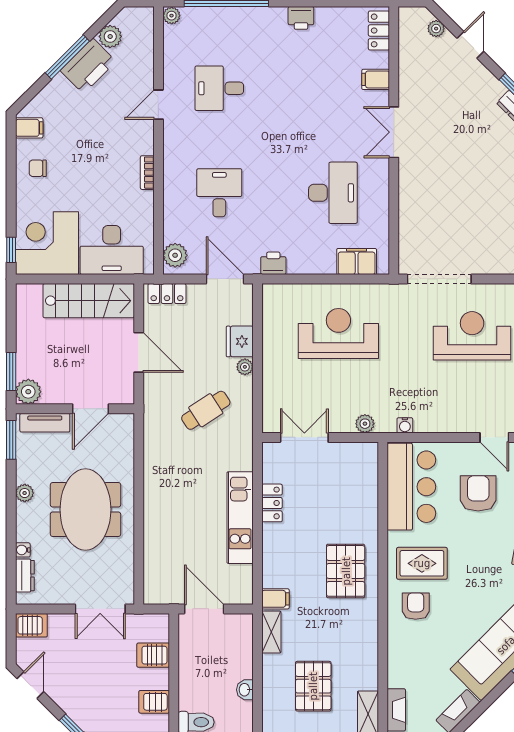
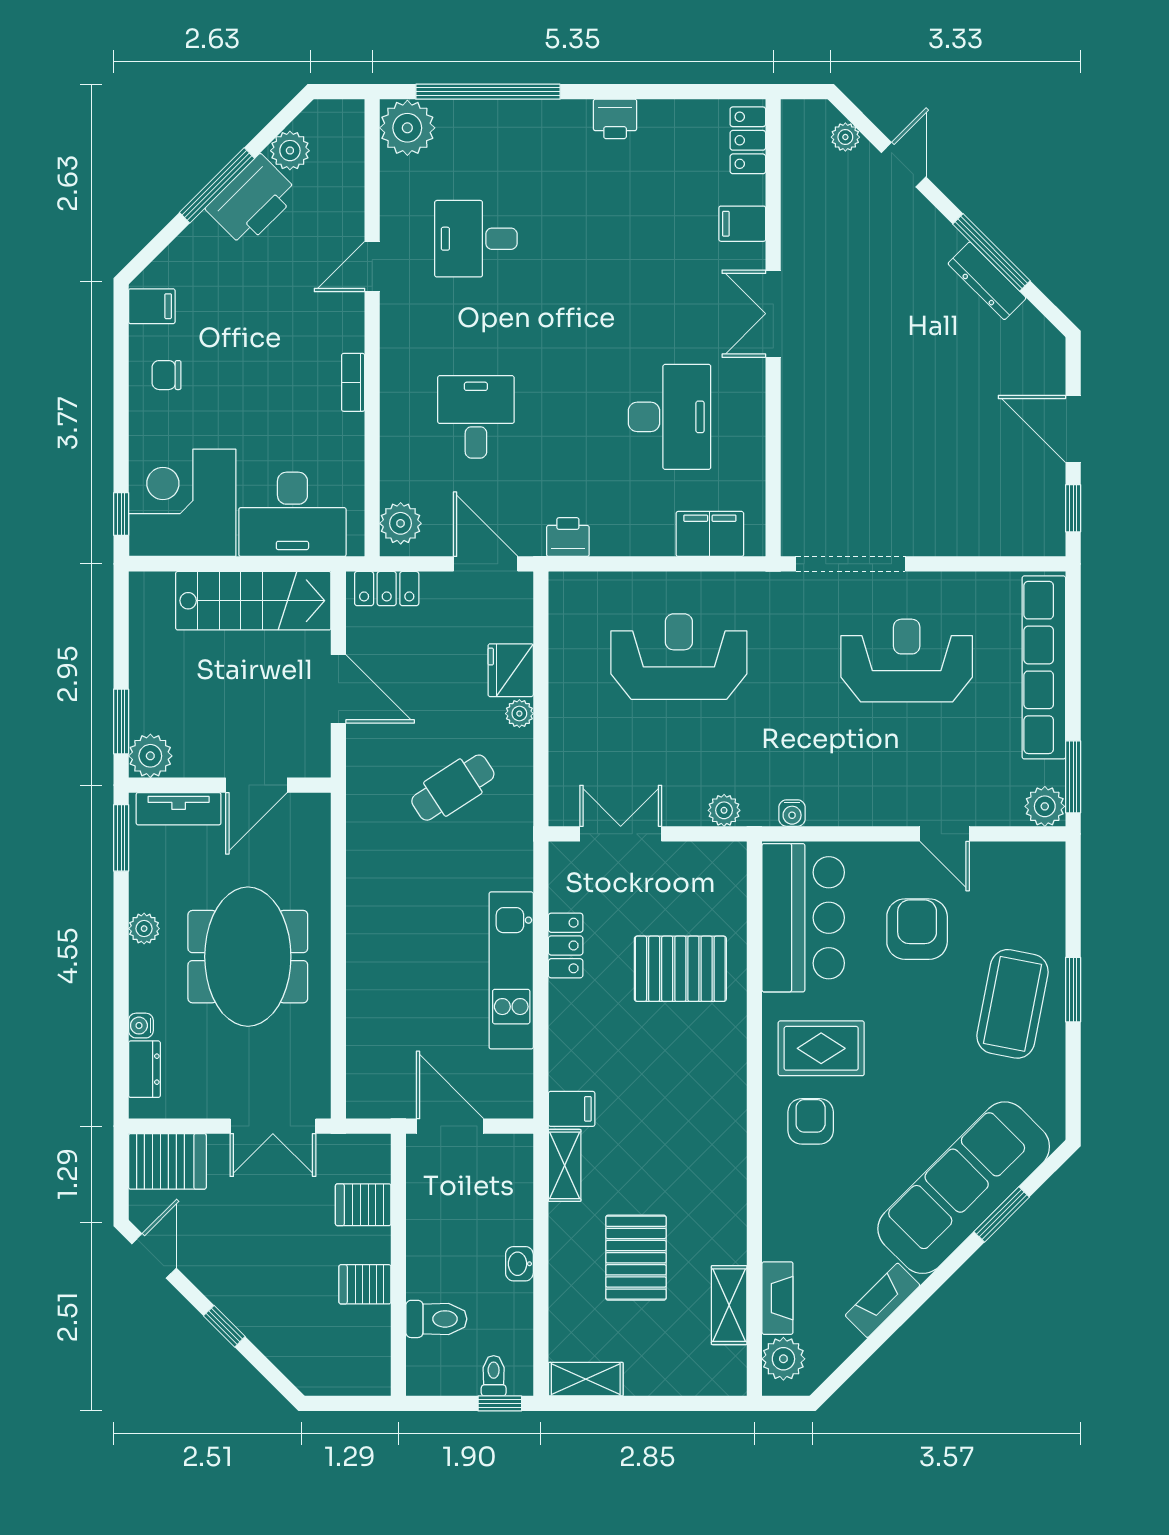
plant: (172, 16) -> (407, 128), width x1.88, depth x1.88
pallet: (346, 571) -> (680, 969), moved, turned 90
server rack: (31, 625) -> (167, 1161), width x1.36, depth x1.44

